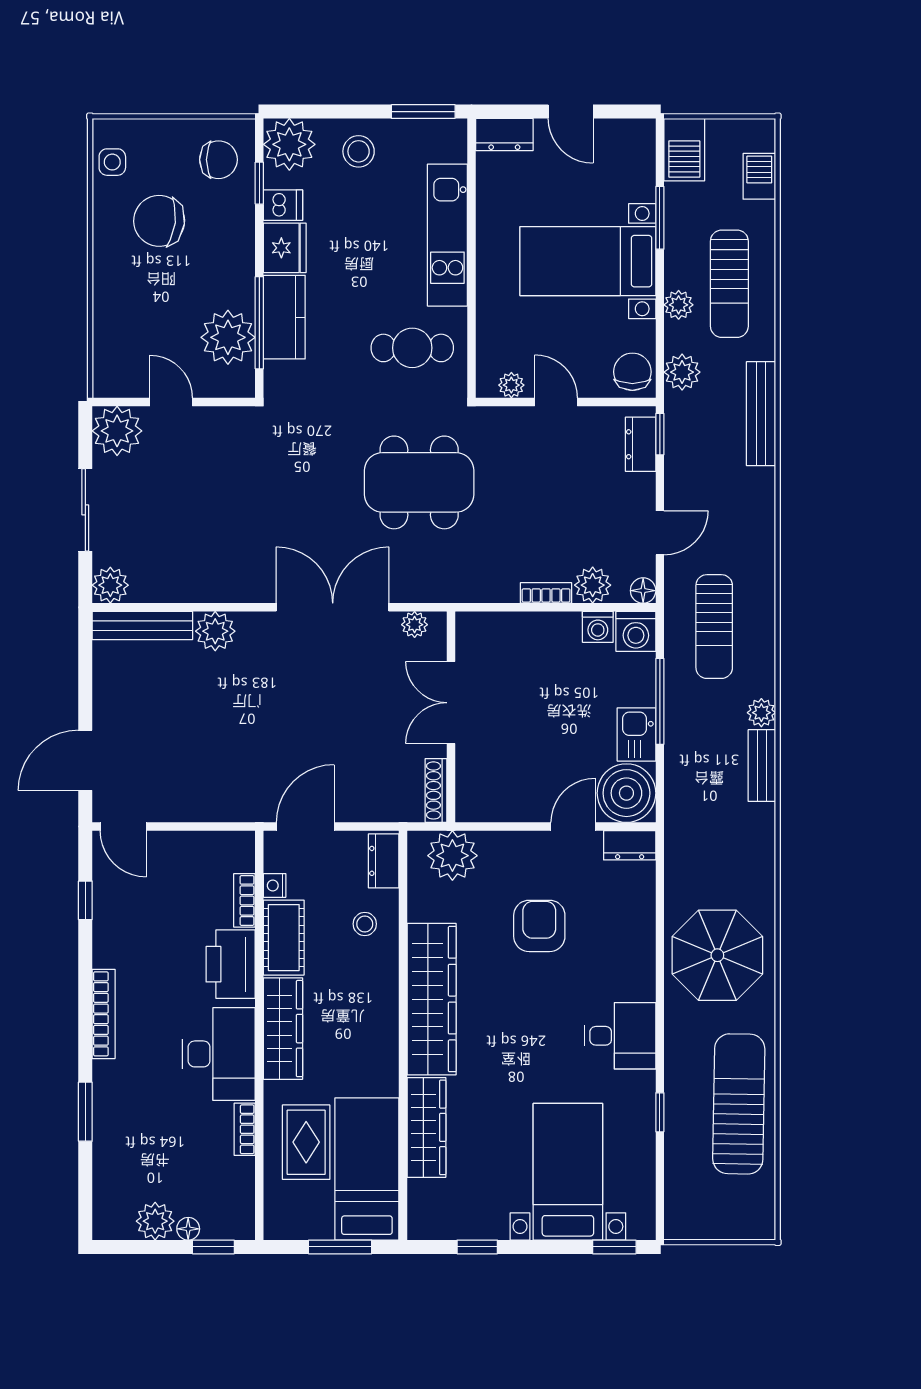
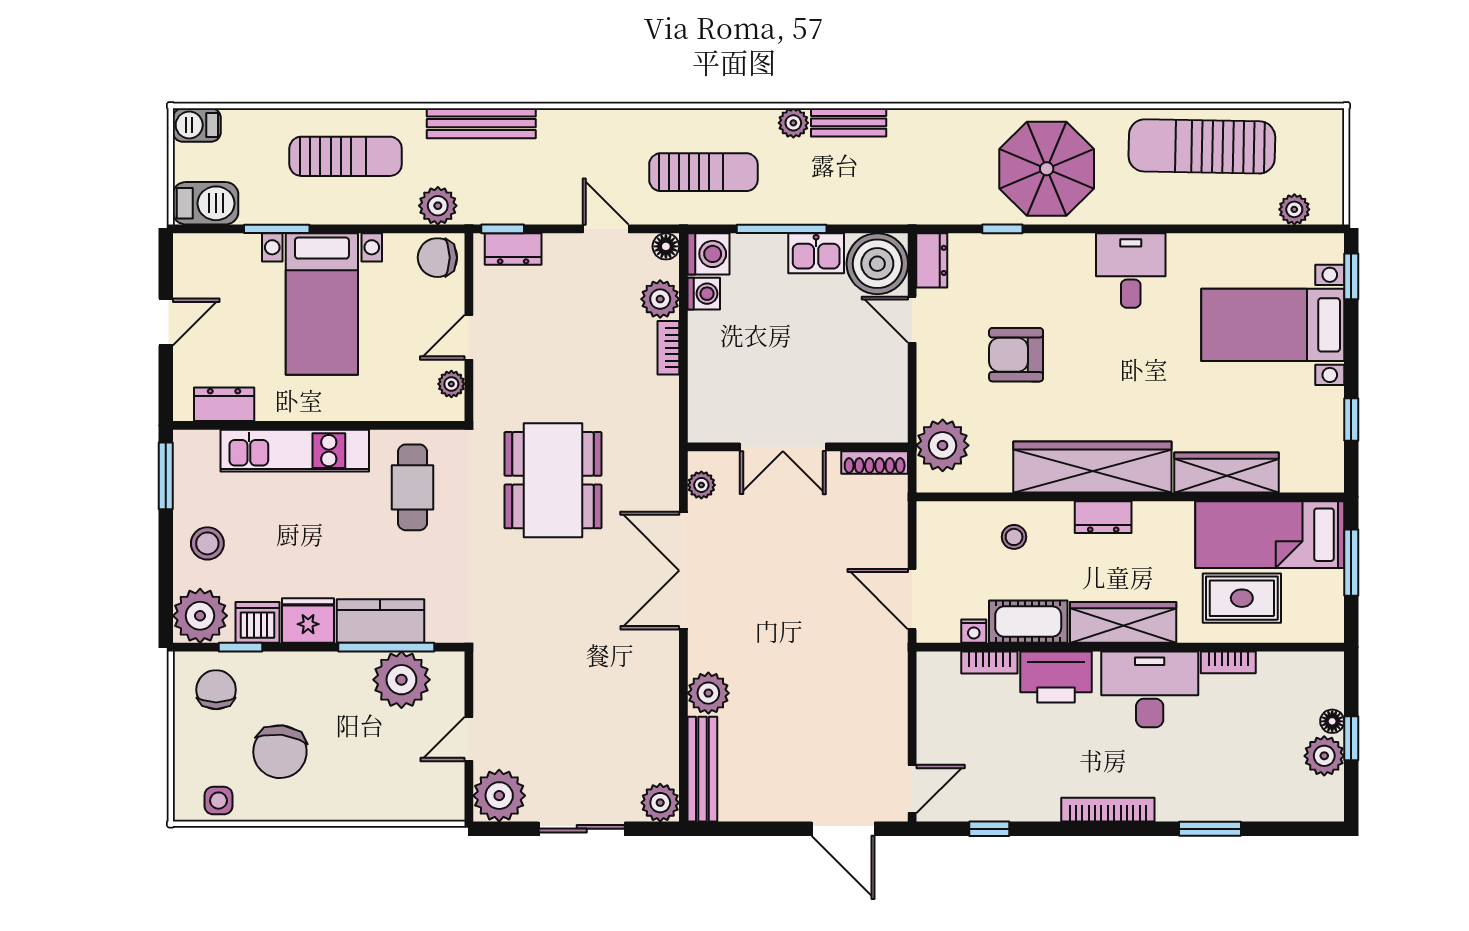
dresser: (504, 135) -> (224, 404), moved, turned -90
barbecue: (759, 176) -> (197, 125), moved
dishwasher: (283, 205) -> (257, 622), width x1.38
plant: (679, 305) -> (1294, 209), moved
dresser: (384, 861) -> (1103, 517), moved
window: (660, 1112) -> (1002, 229), moved
window: (213, 1247) -> (1351, 738), moved

